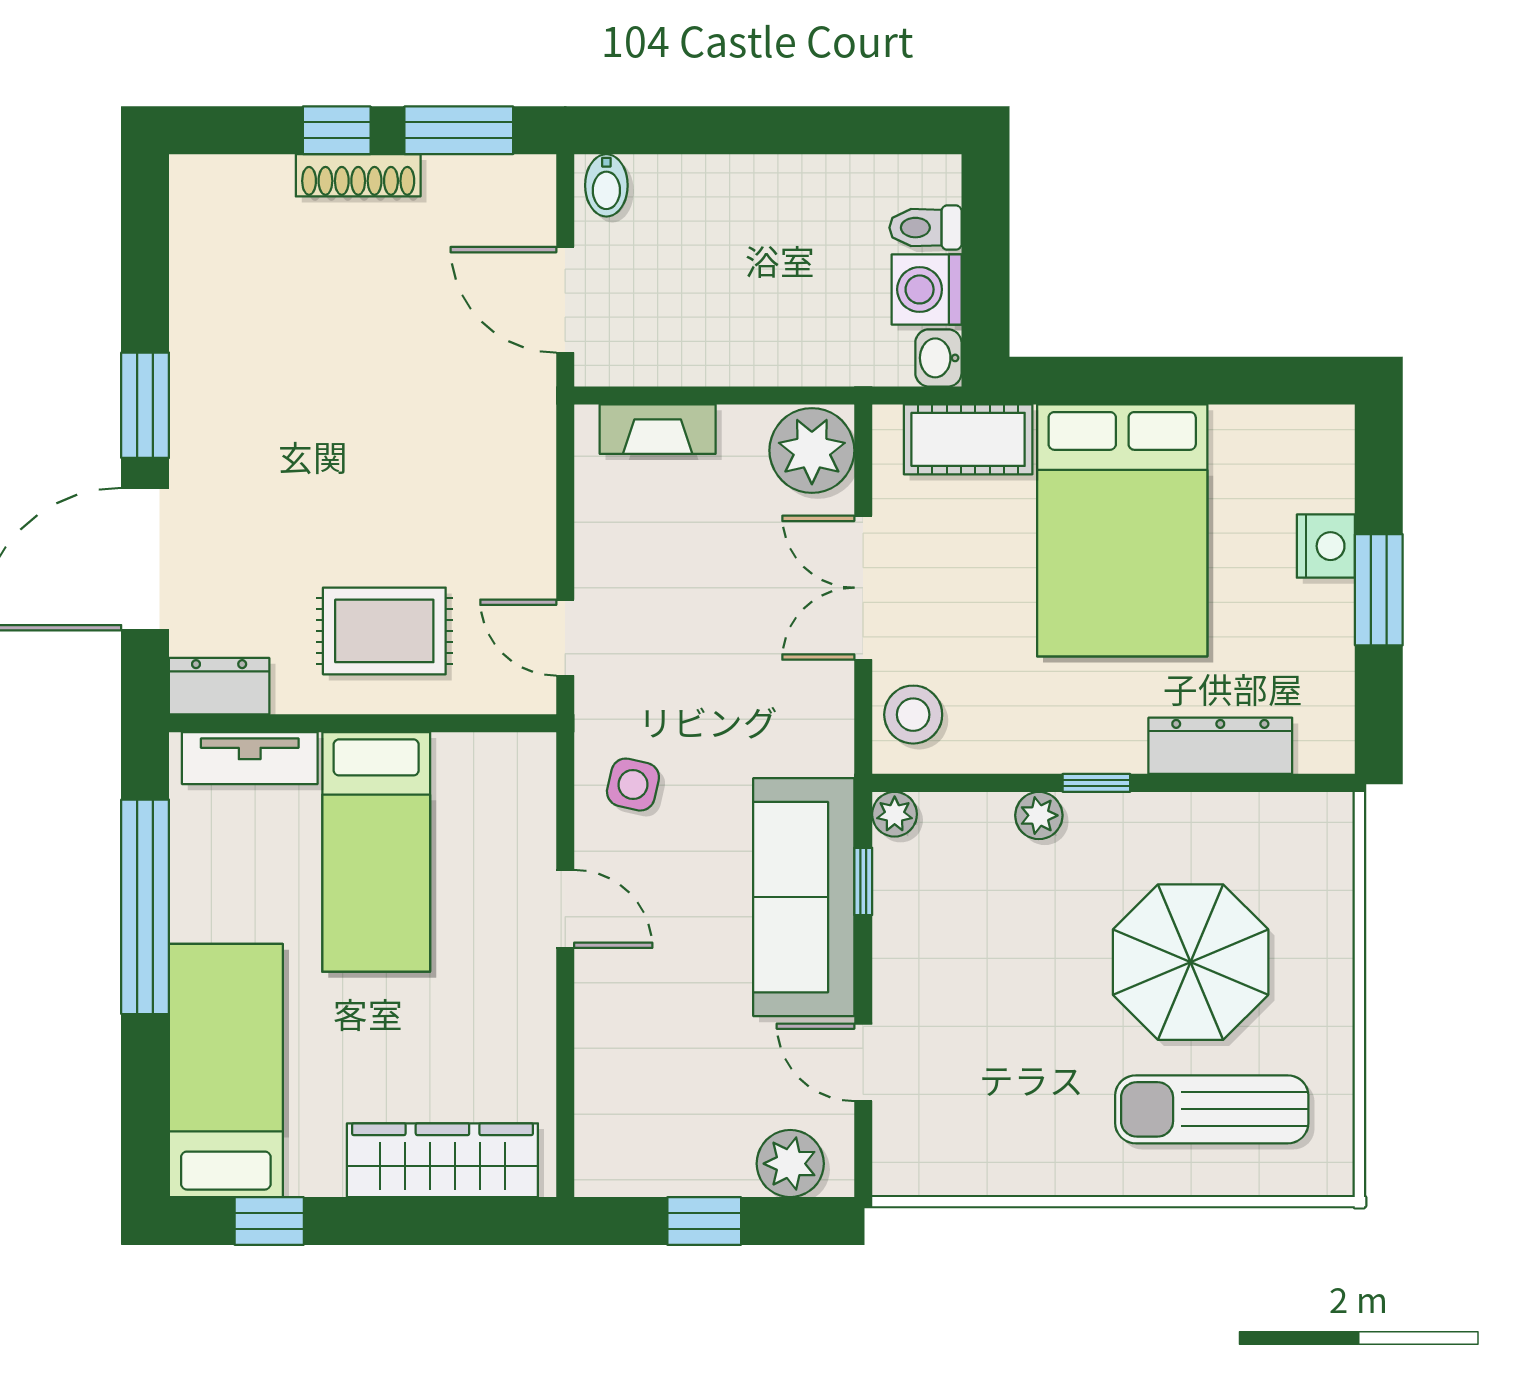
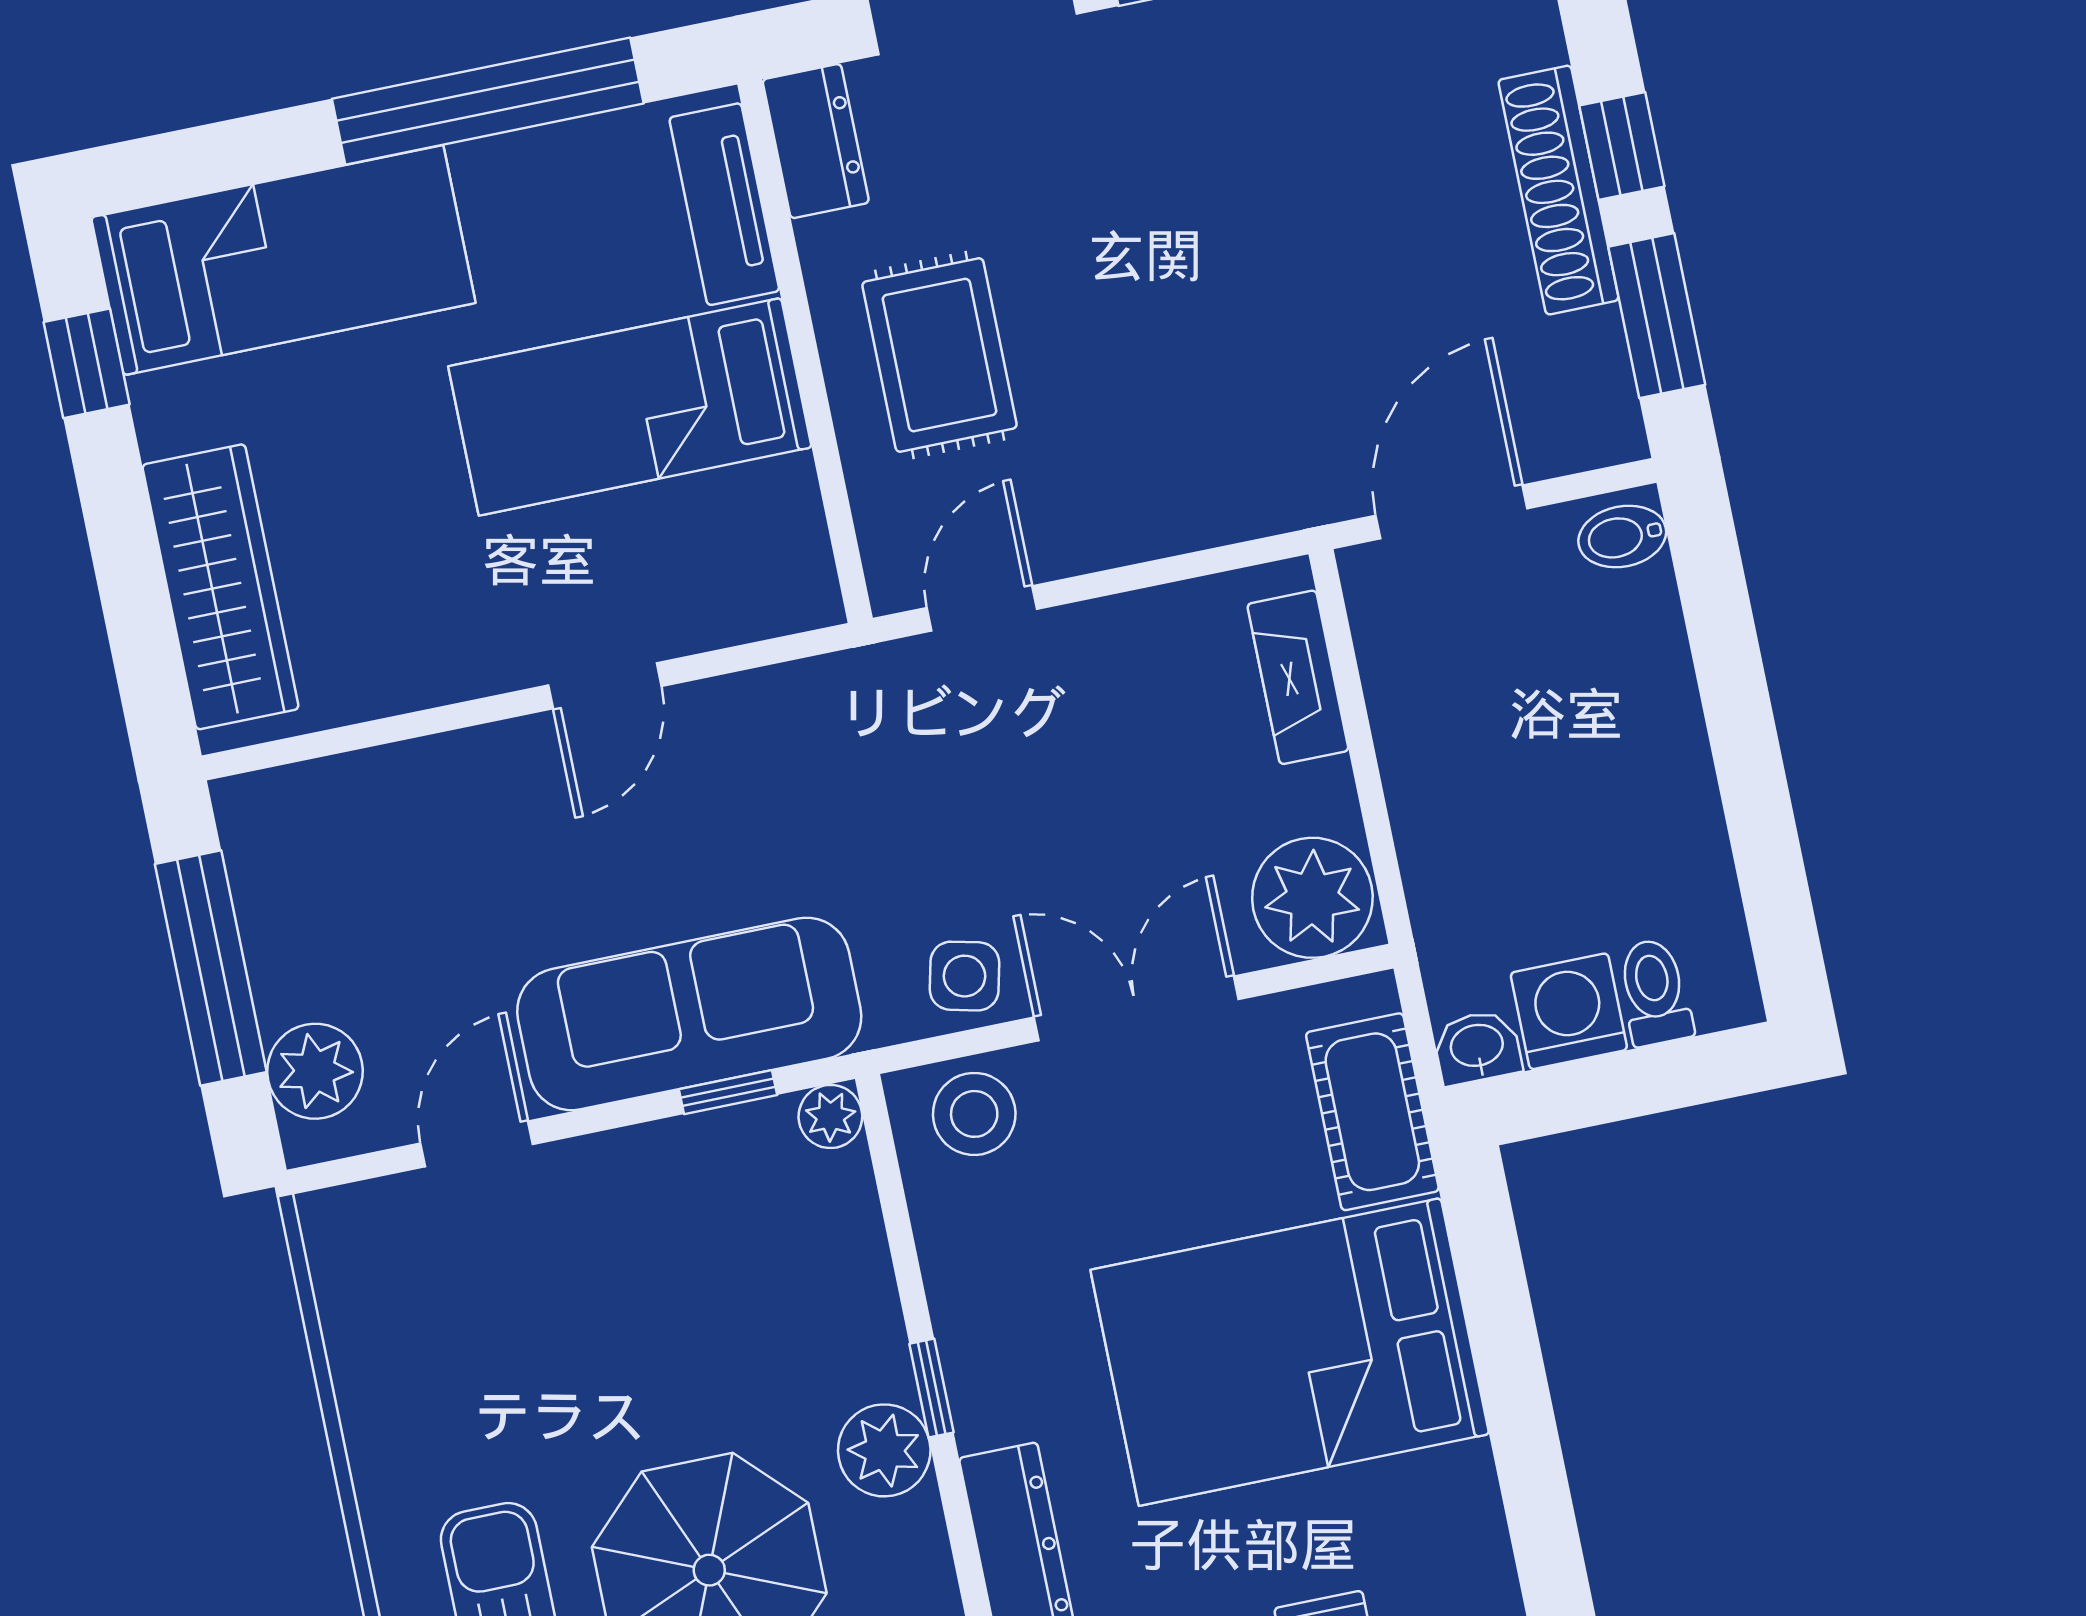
shoe rack: (358, 175) -> (1558, 190), width x1.36, depth x1.24
side table: (633, 785) -> (964, 976), moved
plant: (1039, 815) -> (884, 1450), moved, width x1.38, depth x1.38
window: (704, 1221) -> (211, 968), width x2.17

